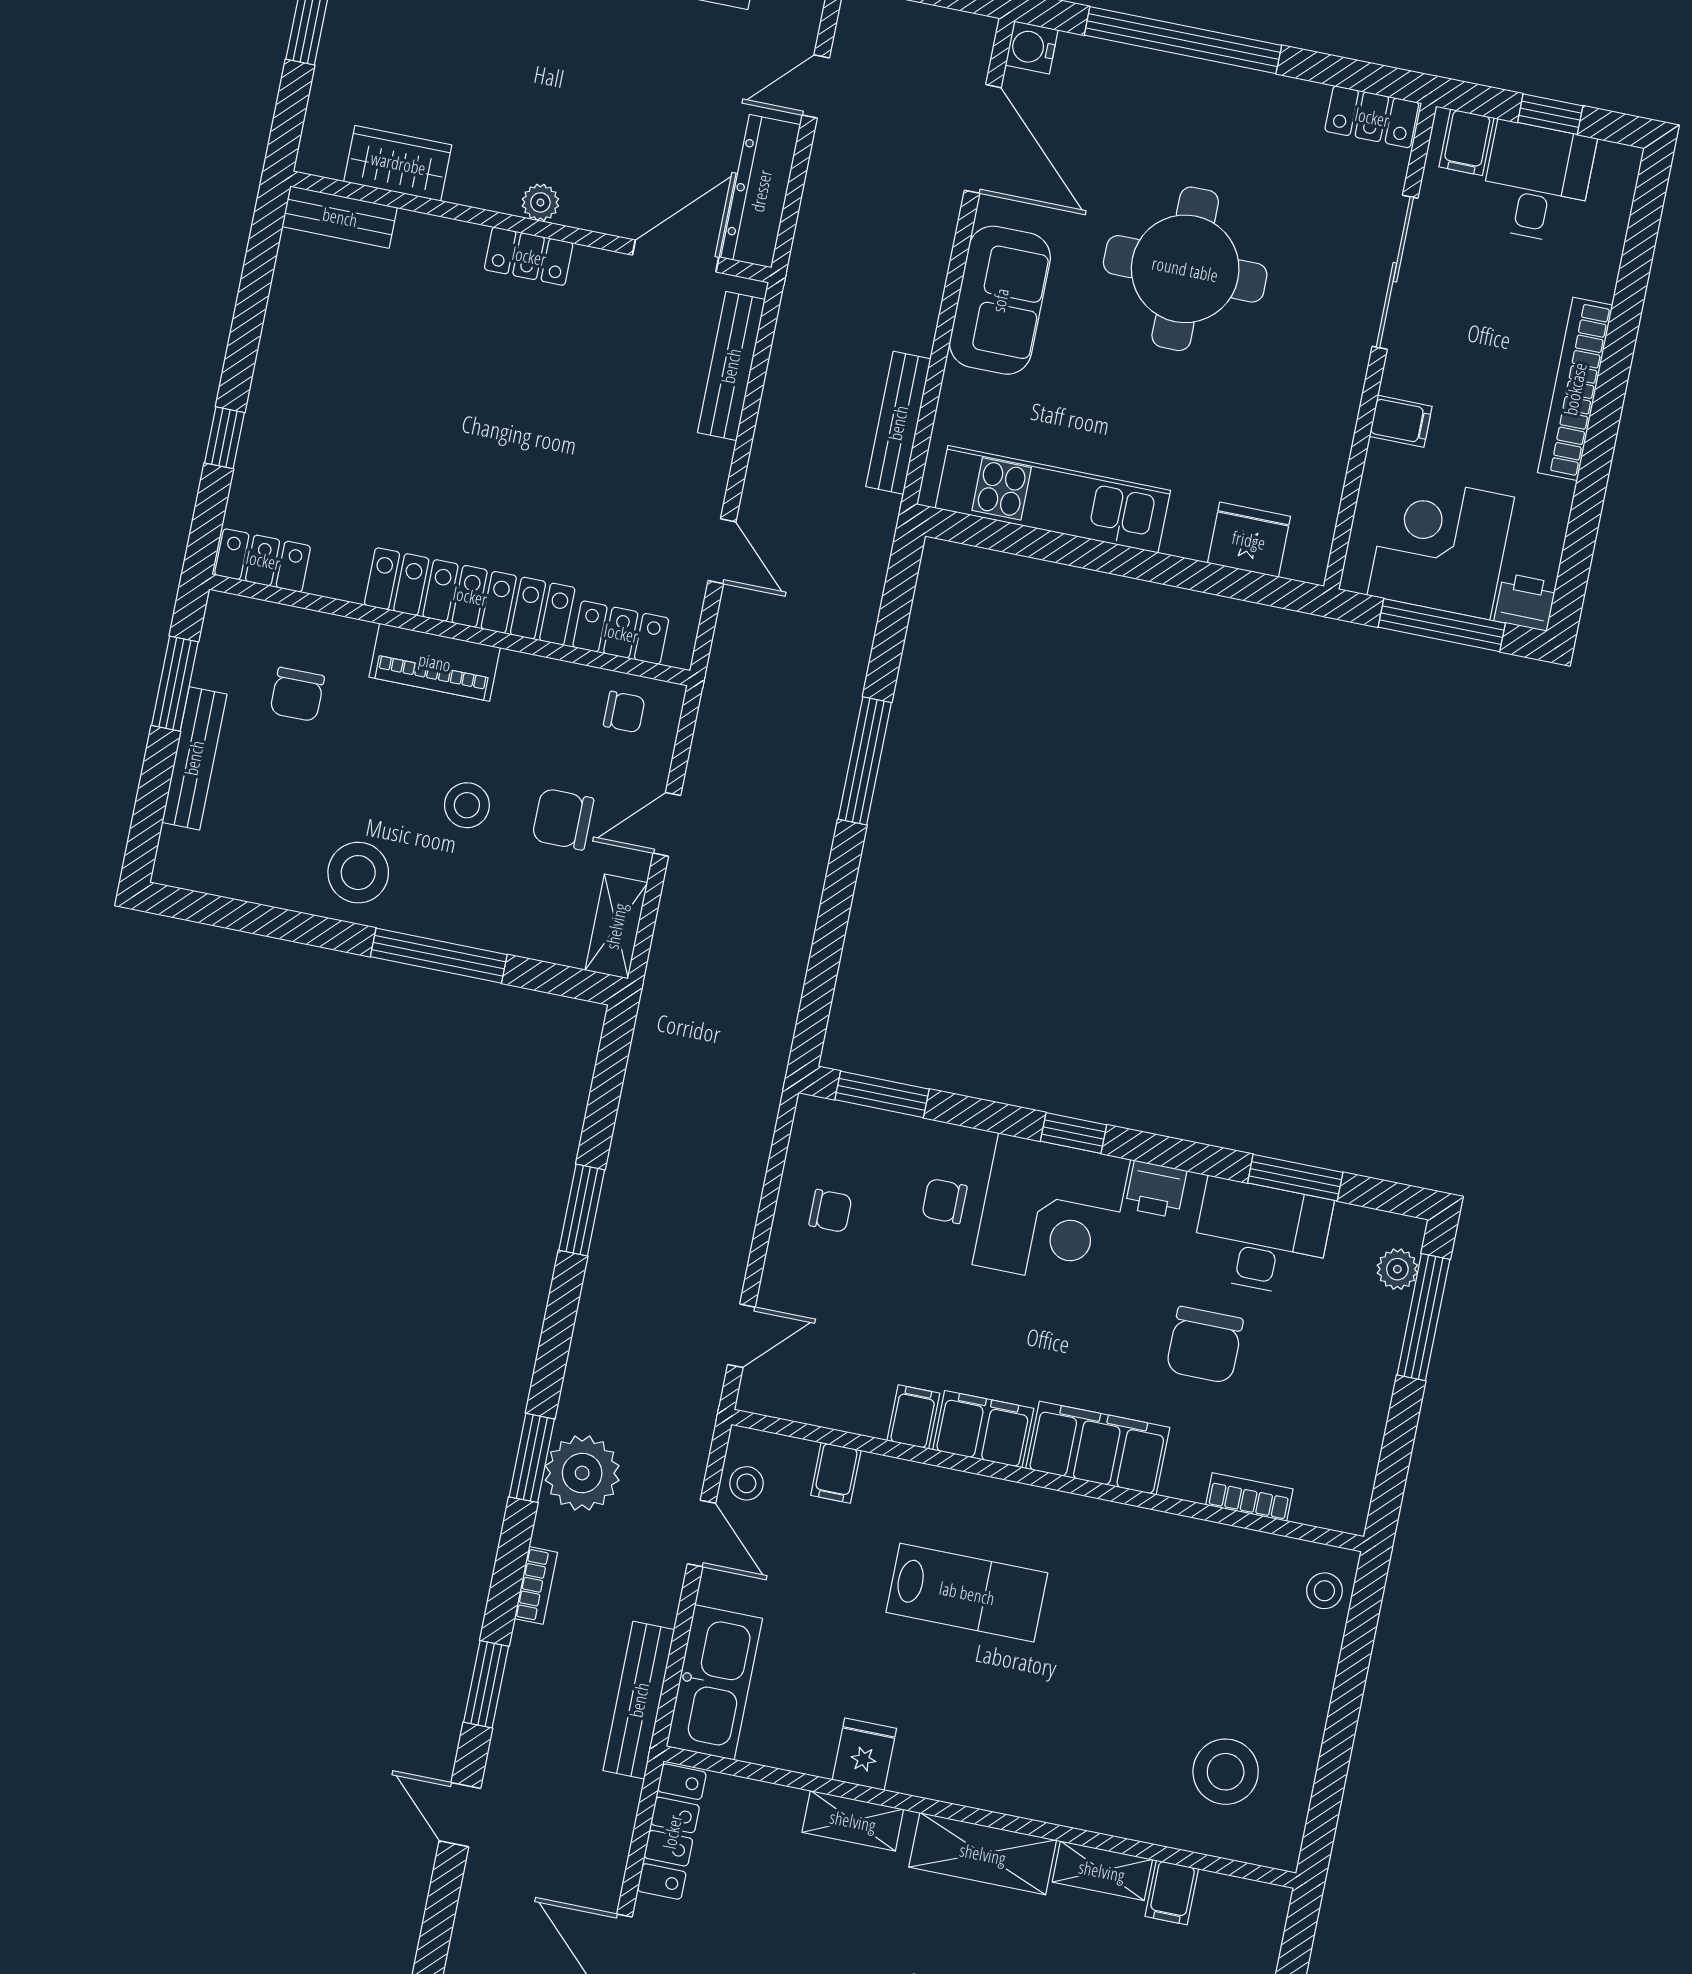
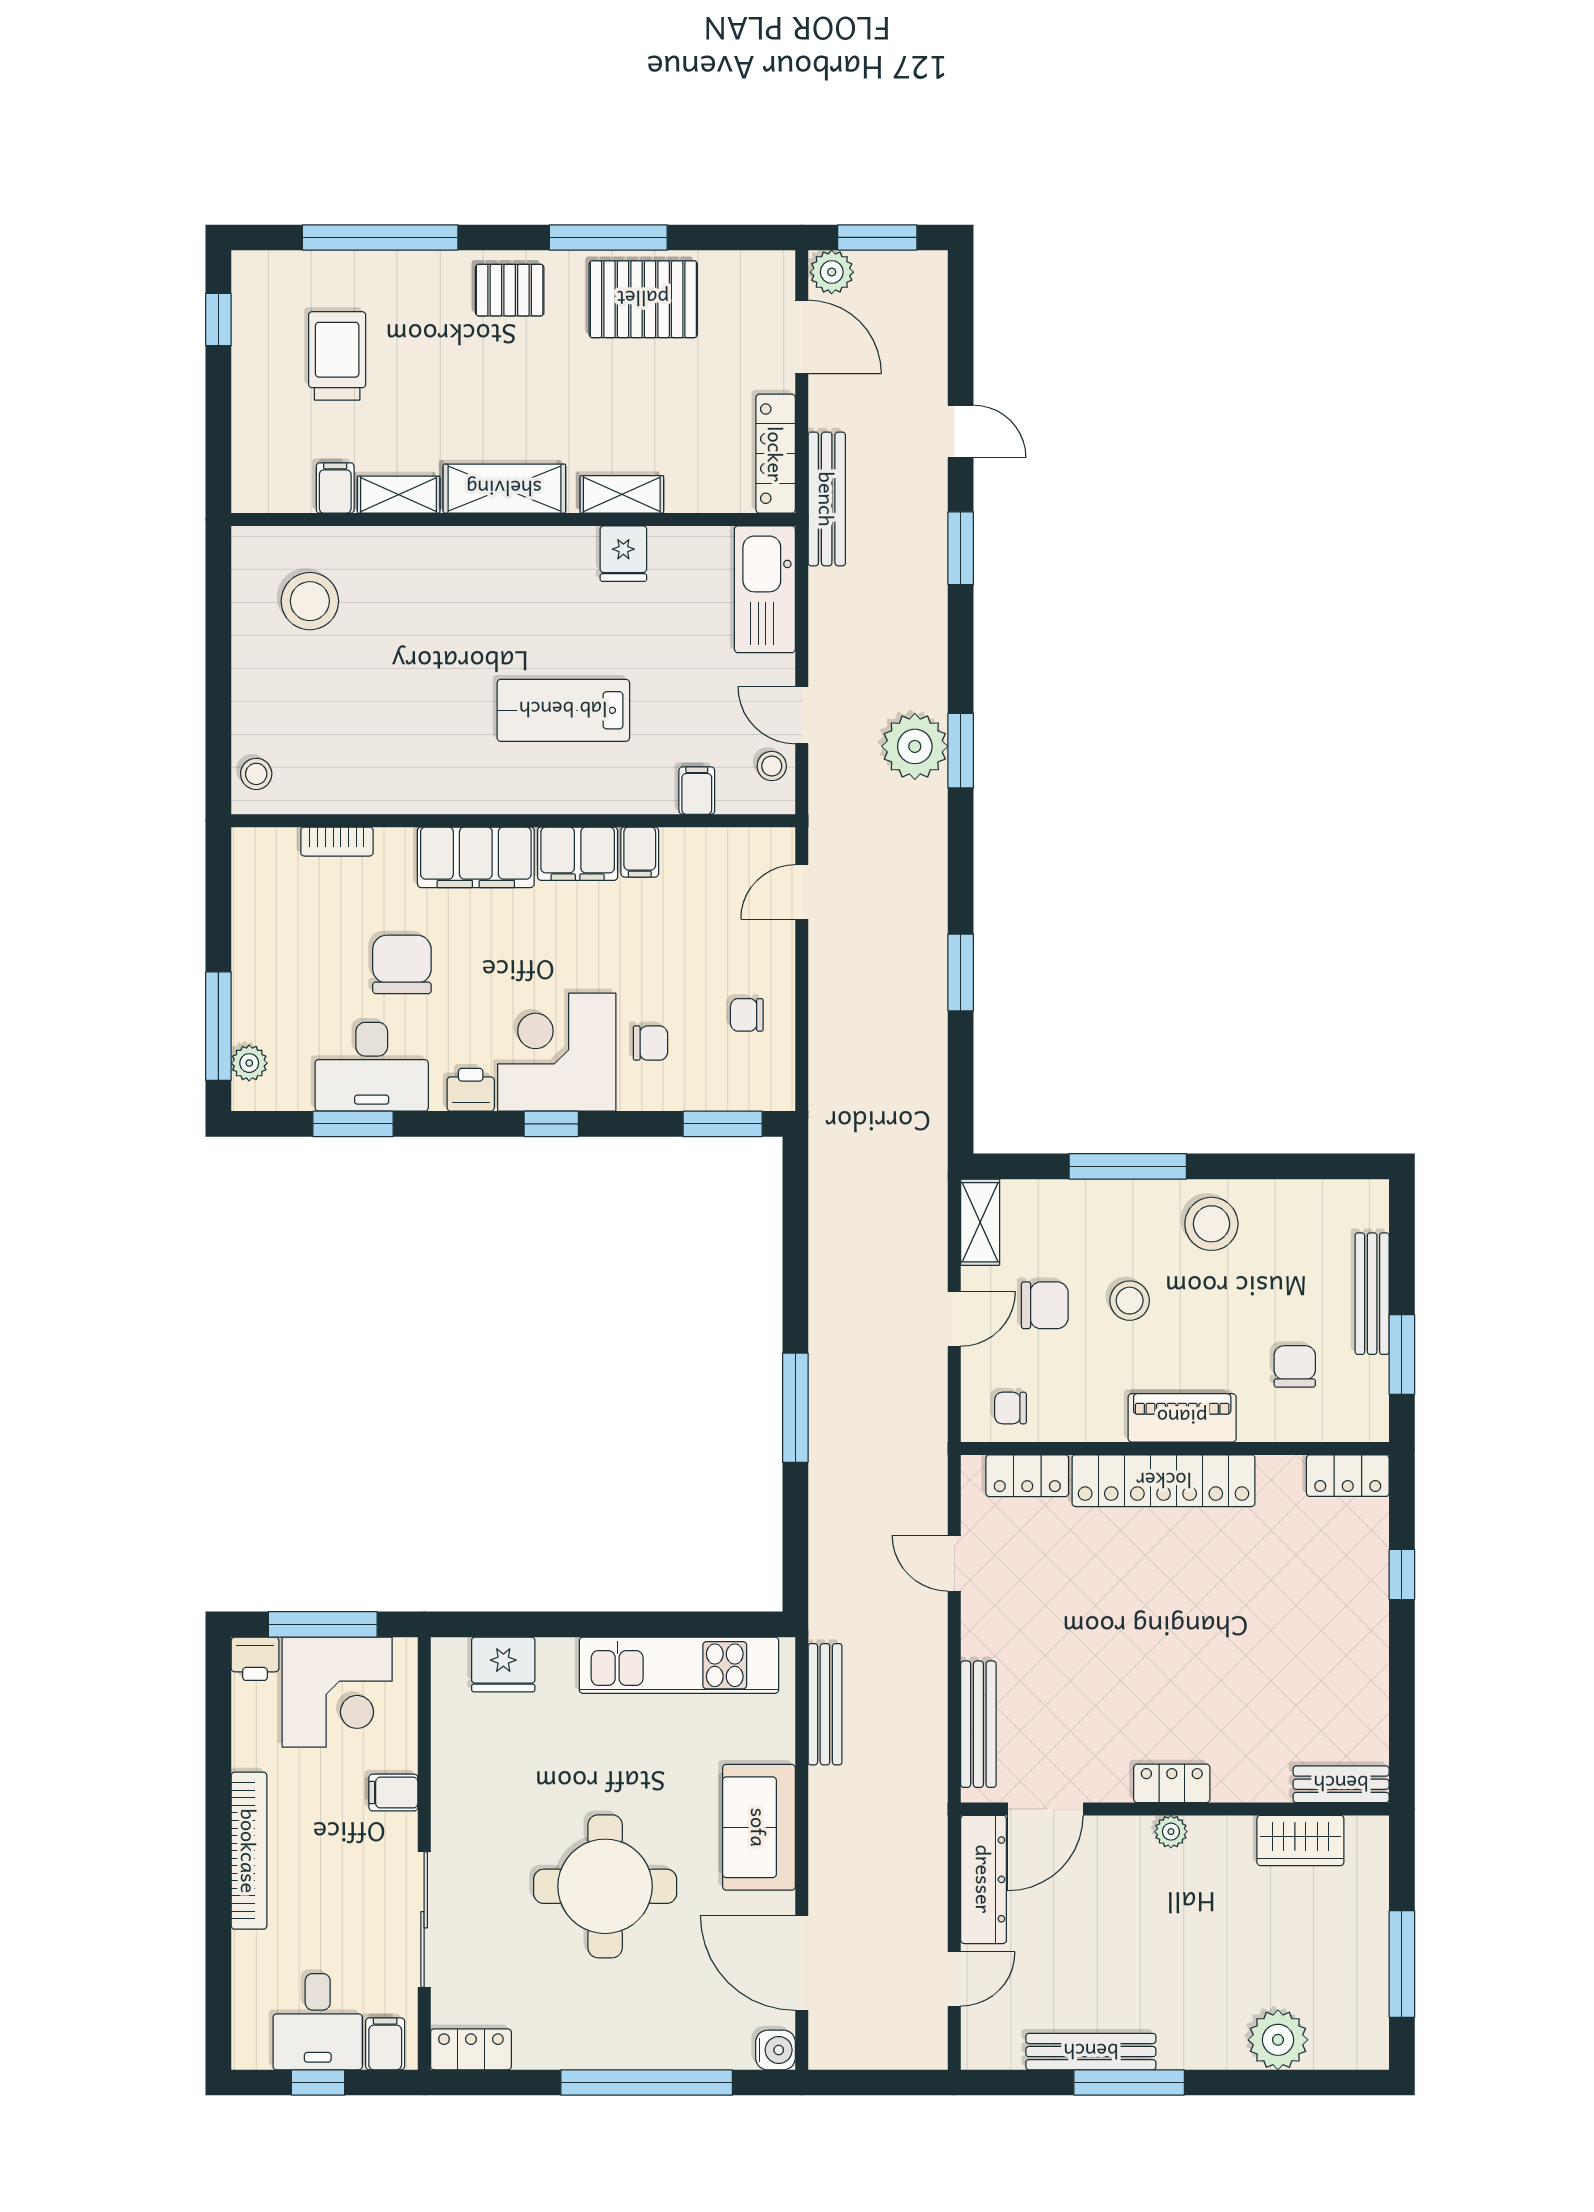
bookcase: (536, 1585) -> (935, 642), removed
bench: (639, 1700) -> (827, 499), moved

